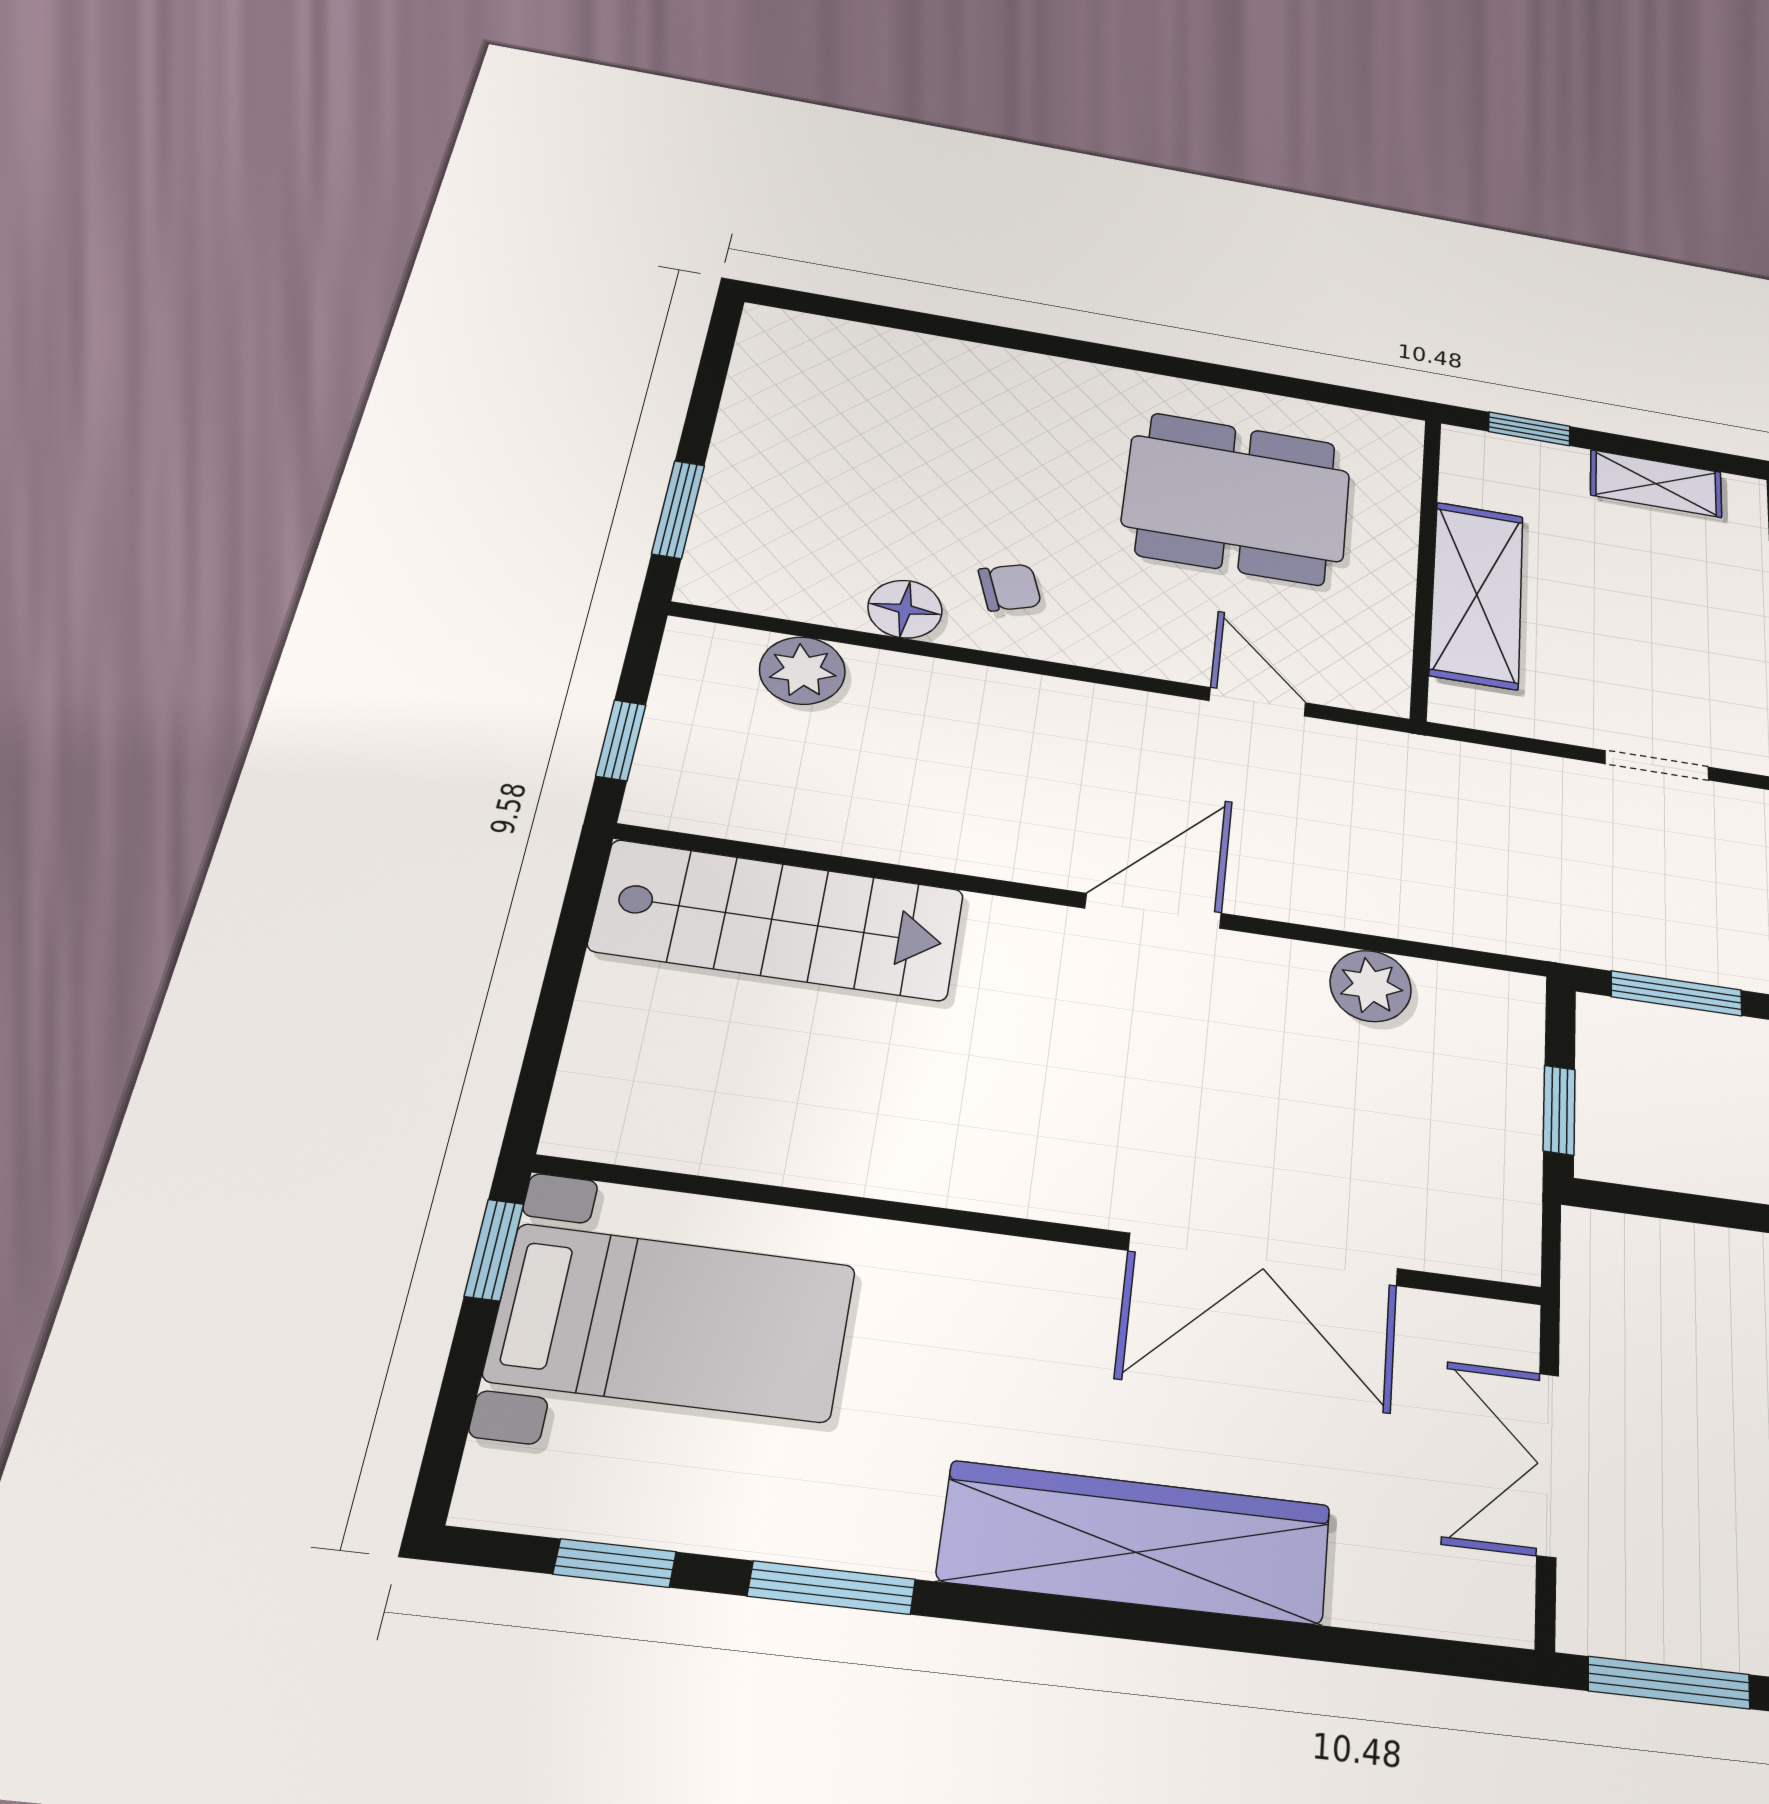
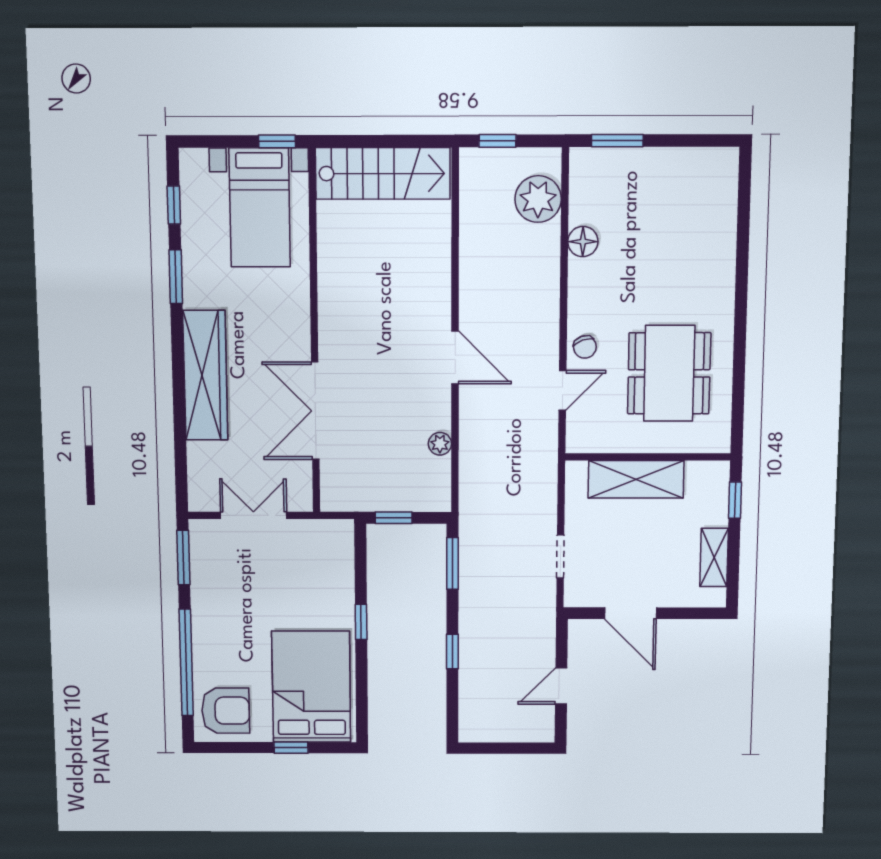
chair: (1010, 587) -> (585, 347), moved
plant: (802, 671) -> (538, 199), width x1.36, depth x1.36
stairs: (779, 920) -> (383, 173), moved, turned -90
plant: (1371, 986) -> (440, 444), width x0.73, depth x0.73

